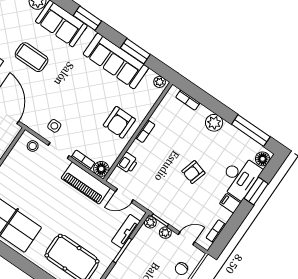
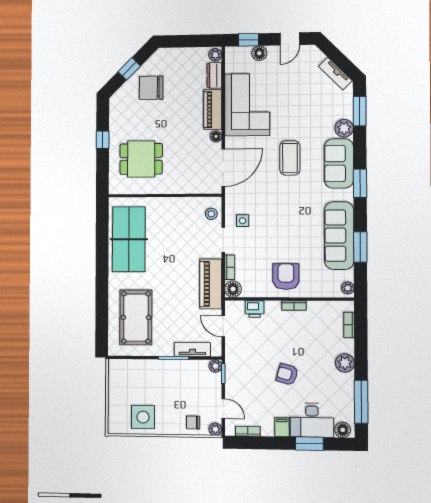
armchair: (119, 122) -> (286, 277), turned 90
plant: (165, 233) -> (215, 429), moved

